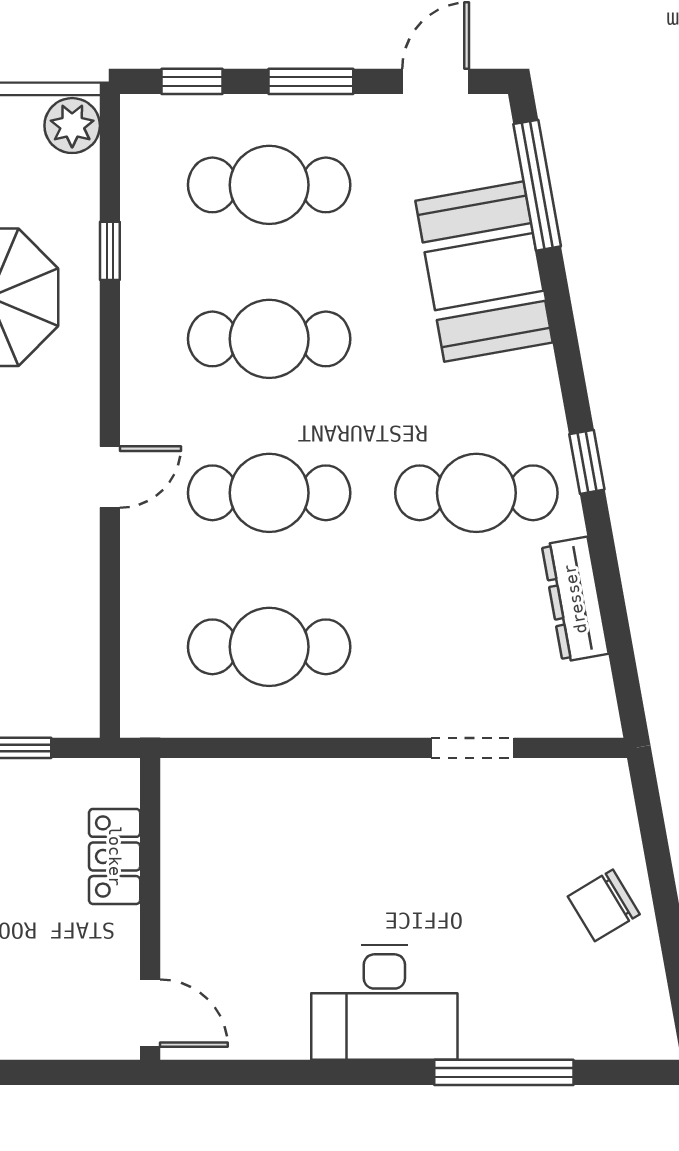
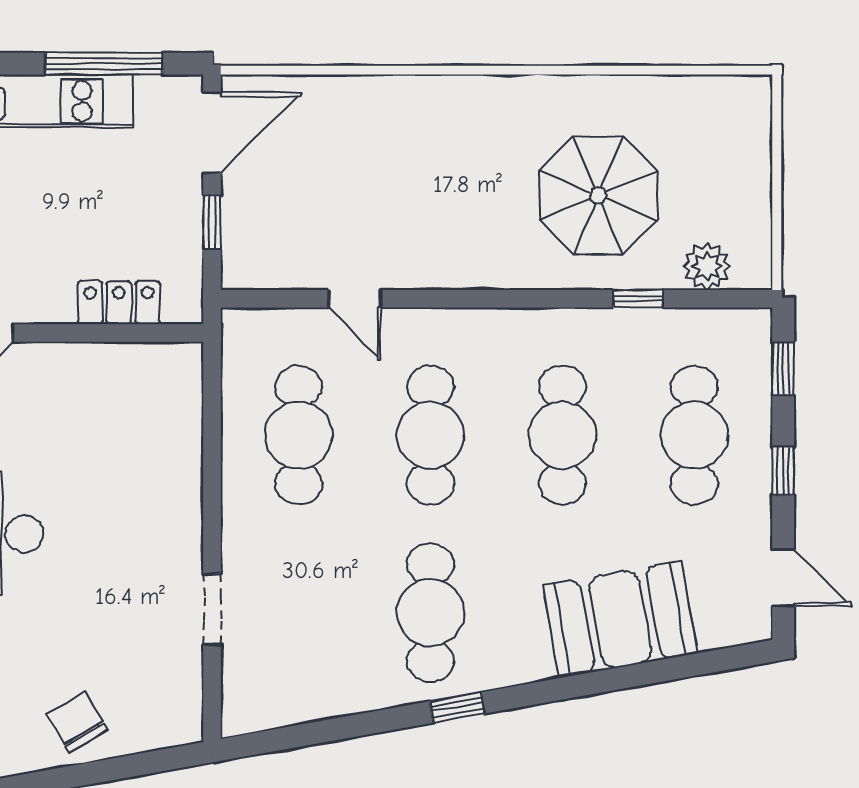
window: (311, 81) -> (783, 471), width x0.67
plant: (72, 126) -> (707, 266), moved
window: (537, 185) -> (694, 665), removed
door: (110, 477) -> (355, 299), moved
dresser: (575, 599) -> (339, 697), removed

